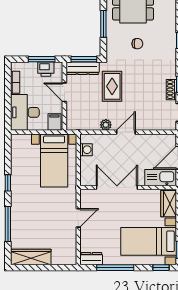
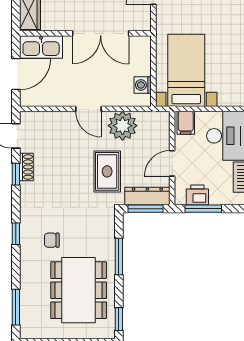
chair: (137, 44) -> (52, 240), moved
door: (64, 92) -> (172, 163), swing flipped
plant: (106, 125) -> (123, 126), width x1.88, depth x1.88
door: (126, 132) -> (88, 109), hinge flipped

